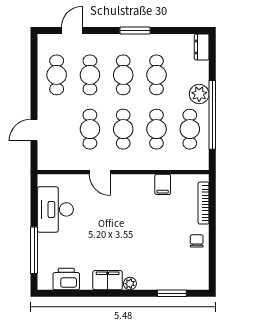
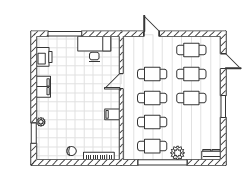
cafe table: (156, 75) -> (191, 122), removed
filing cabinet: (163, 184) -> (112, 114), moved
plant: (130, 284) -> (41, 122), moved

